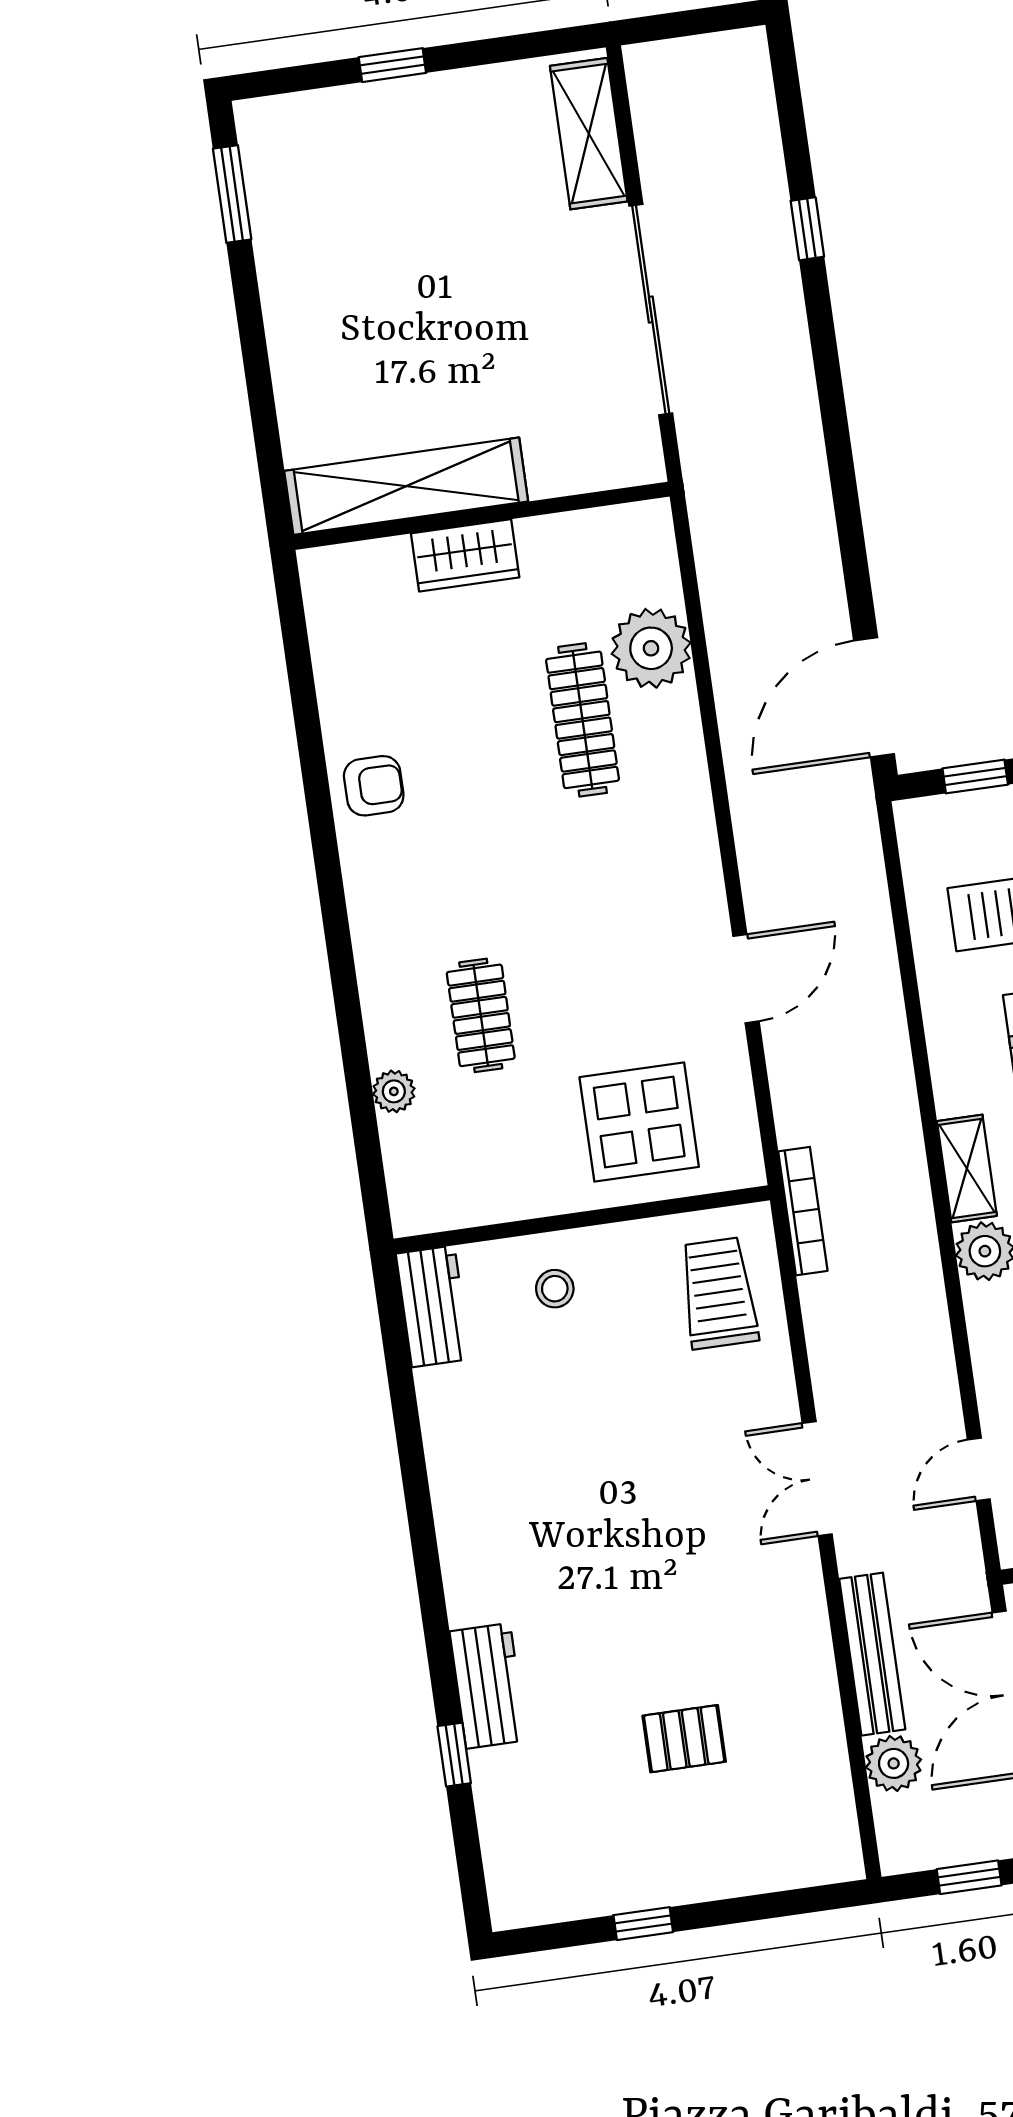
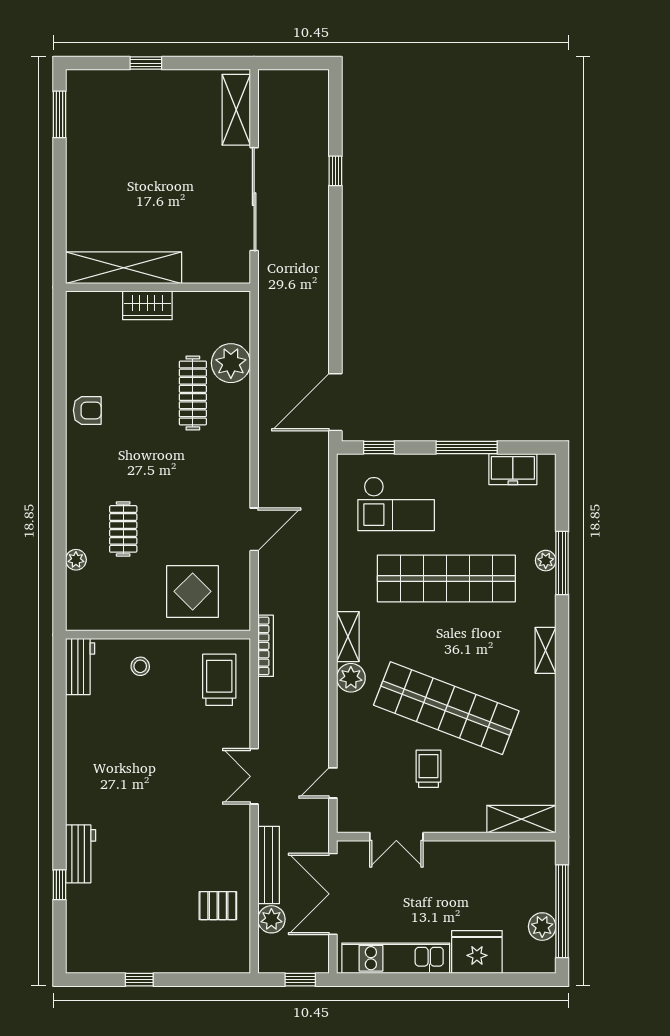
pallet: (684, 1739) -> (218, 906), moved

